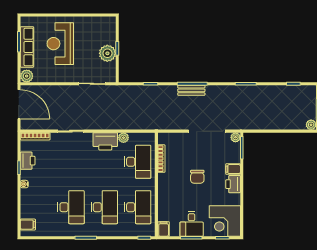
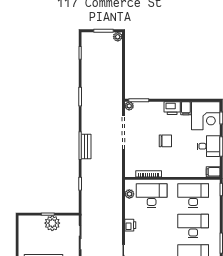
plant: (123, 138) -> (129, 194), moved
printer: (105, 141) -> (130, 225), width x0.53, depth x0.68
filing cabinet: (233, 169) -> (186, 108), moved

